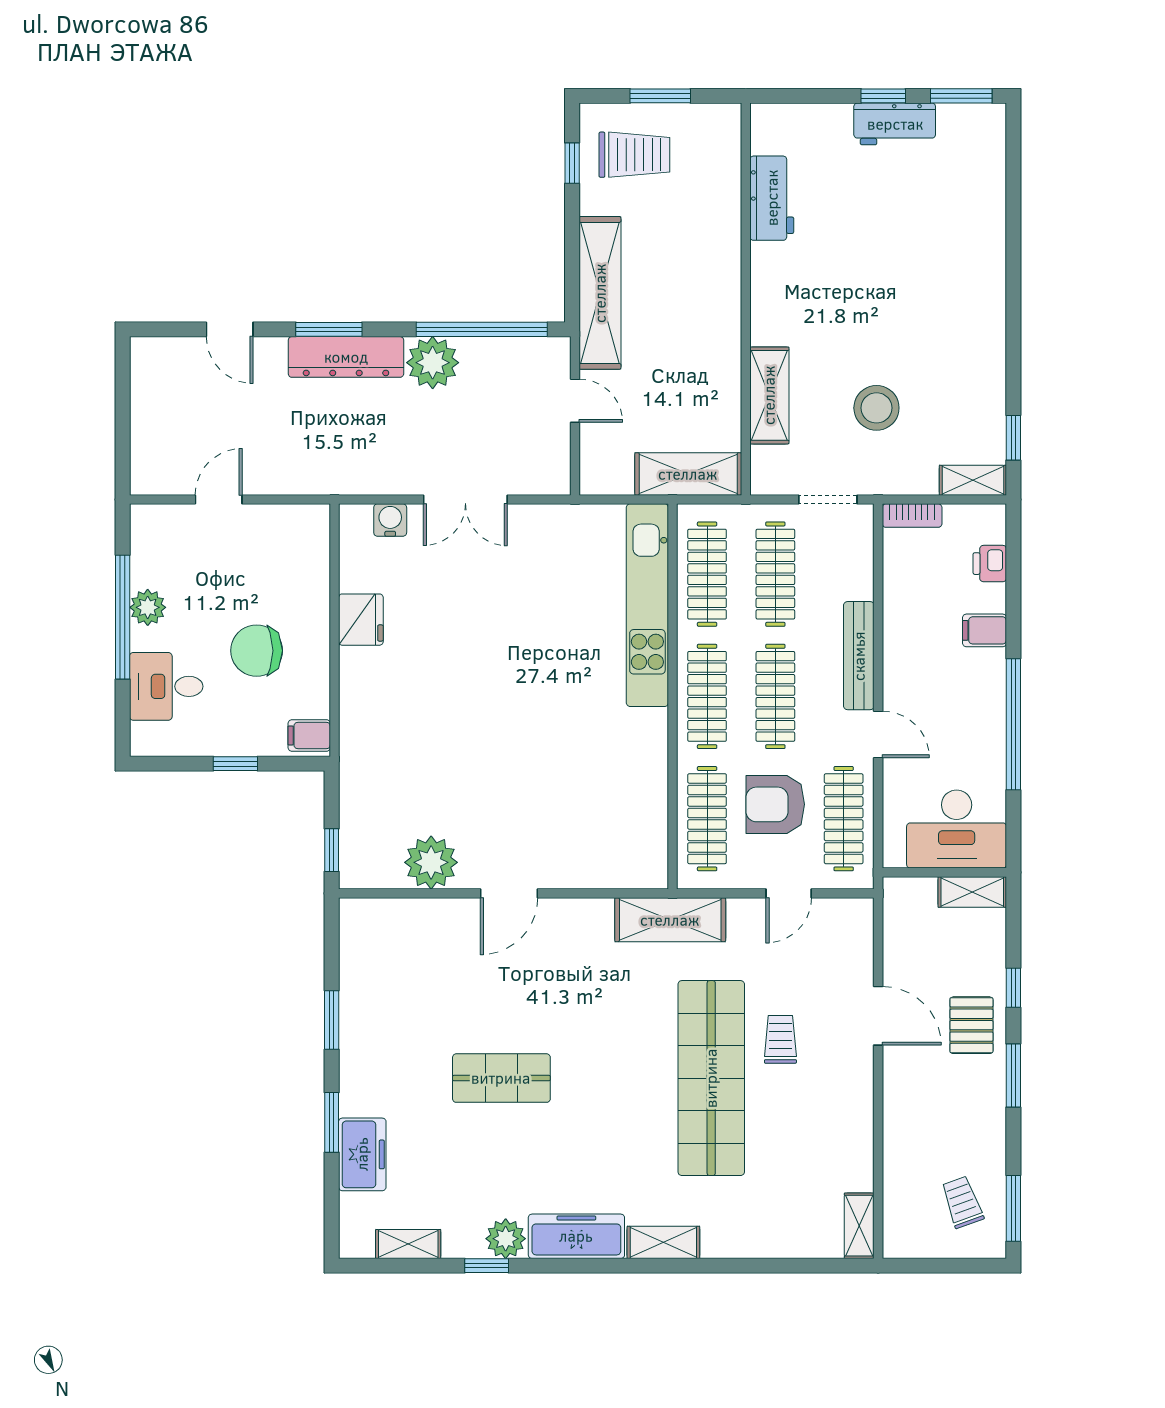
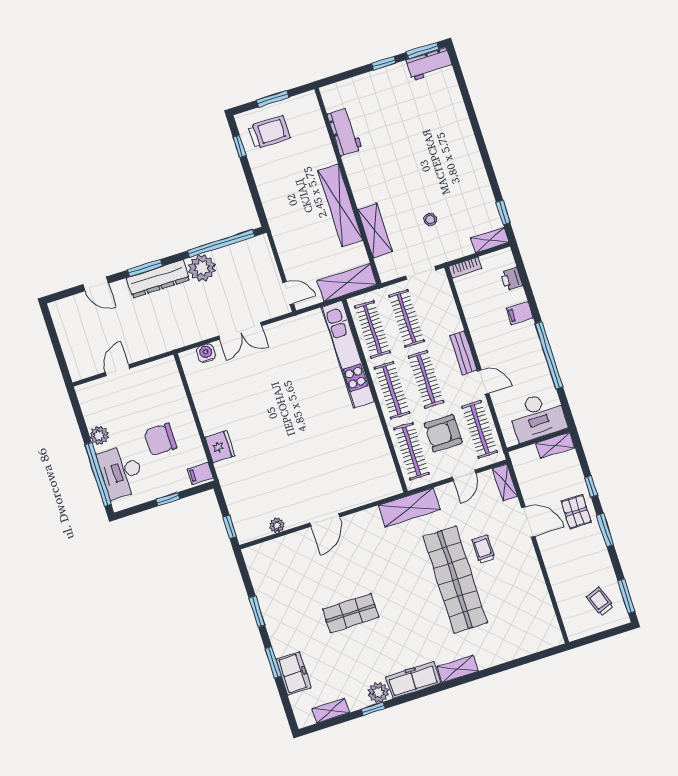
workbench: (895, 124) -> (429, 64), moved
shelving: (600, 293) -> (340, 205), moved
door: (575, 401) -> (288, 293), moved
stool: (876, 408) -> (430, 220), width x0.53, depth x0.53
window: (123, 617) -> (98, 474), moved
fridge: (361, 620) -> (220, 447), moved
bench: (859, 656) -> (463, 353), width x0.73
desk: (166, 686) -> (121, 472), width x1.37
plant: (431, 862) -> (277, 525), width x0.53, depth x0.53
shelving: (859, 1226) -> (505, 482), moved

